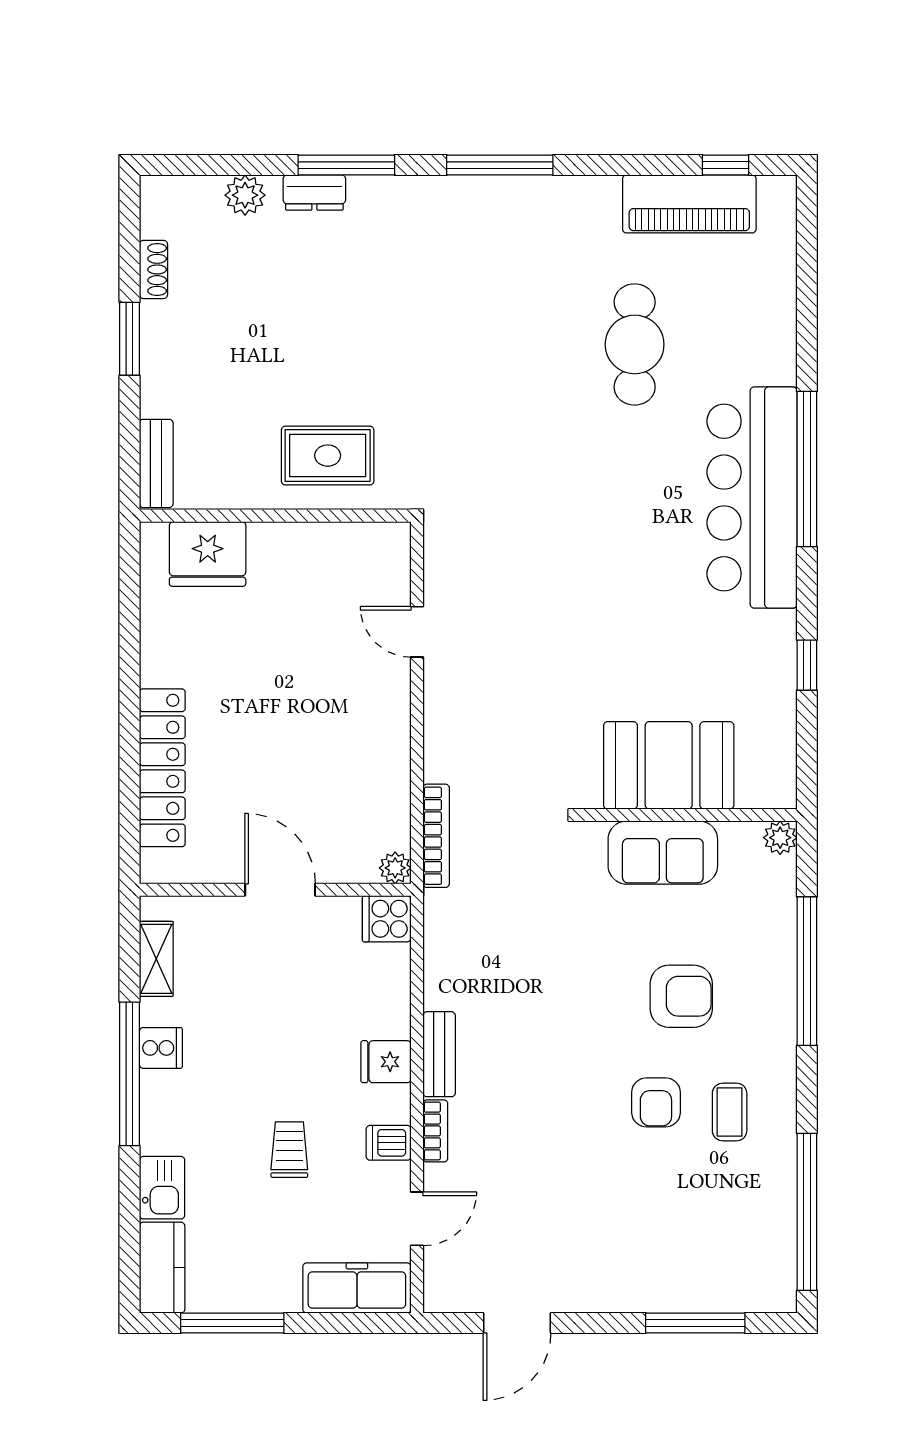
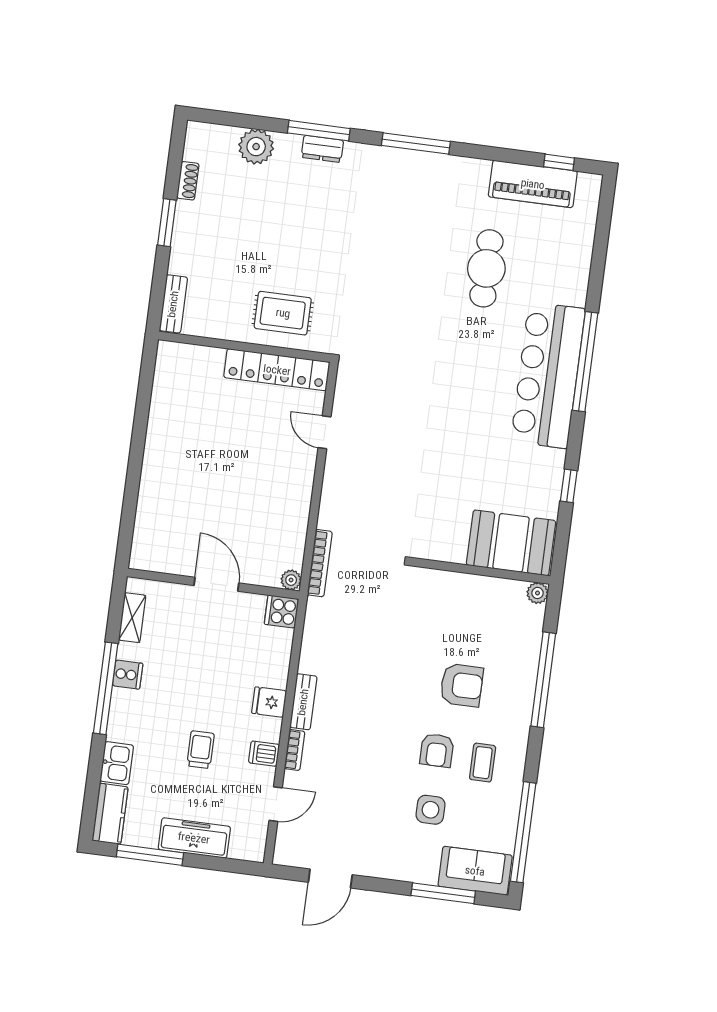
dresser: (314, 193) -> (322, 149), moved
plant: (245, 195) -> (256, 147), width x1.36, depth x1.36
fridge: (208, 554) -> (198, 365), removed
booth: (669, 765) -> (511, 543), moved
locker: (162, 768) -> (277, 370), moved, turned 90
sofa: (663, 853) -> (475, 871), moved, turned 180
side table: (658, 1196) -> (431, 810), added
freezer: (357, 1288) -> (194, 838), moved

